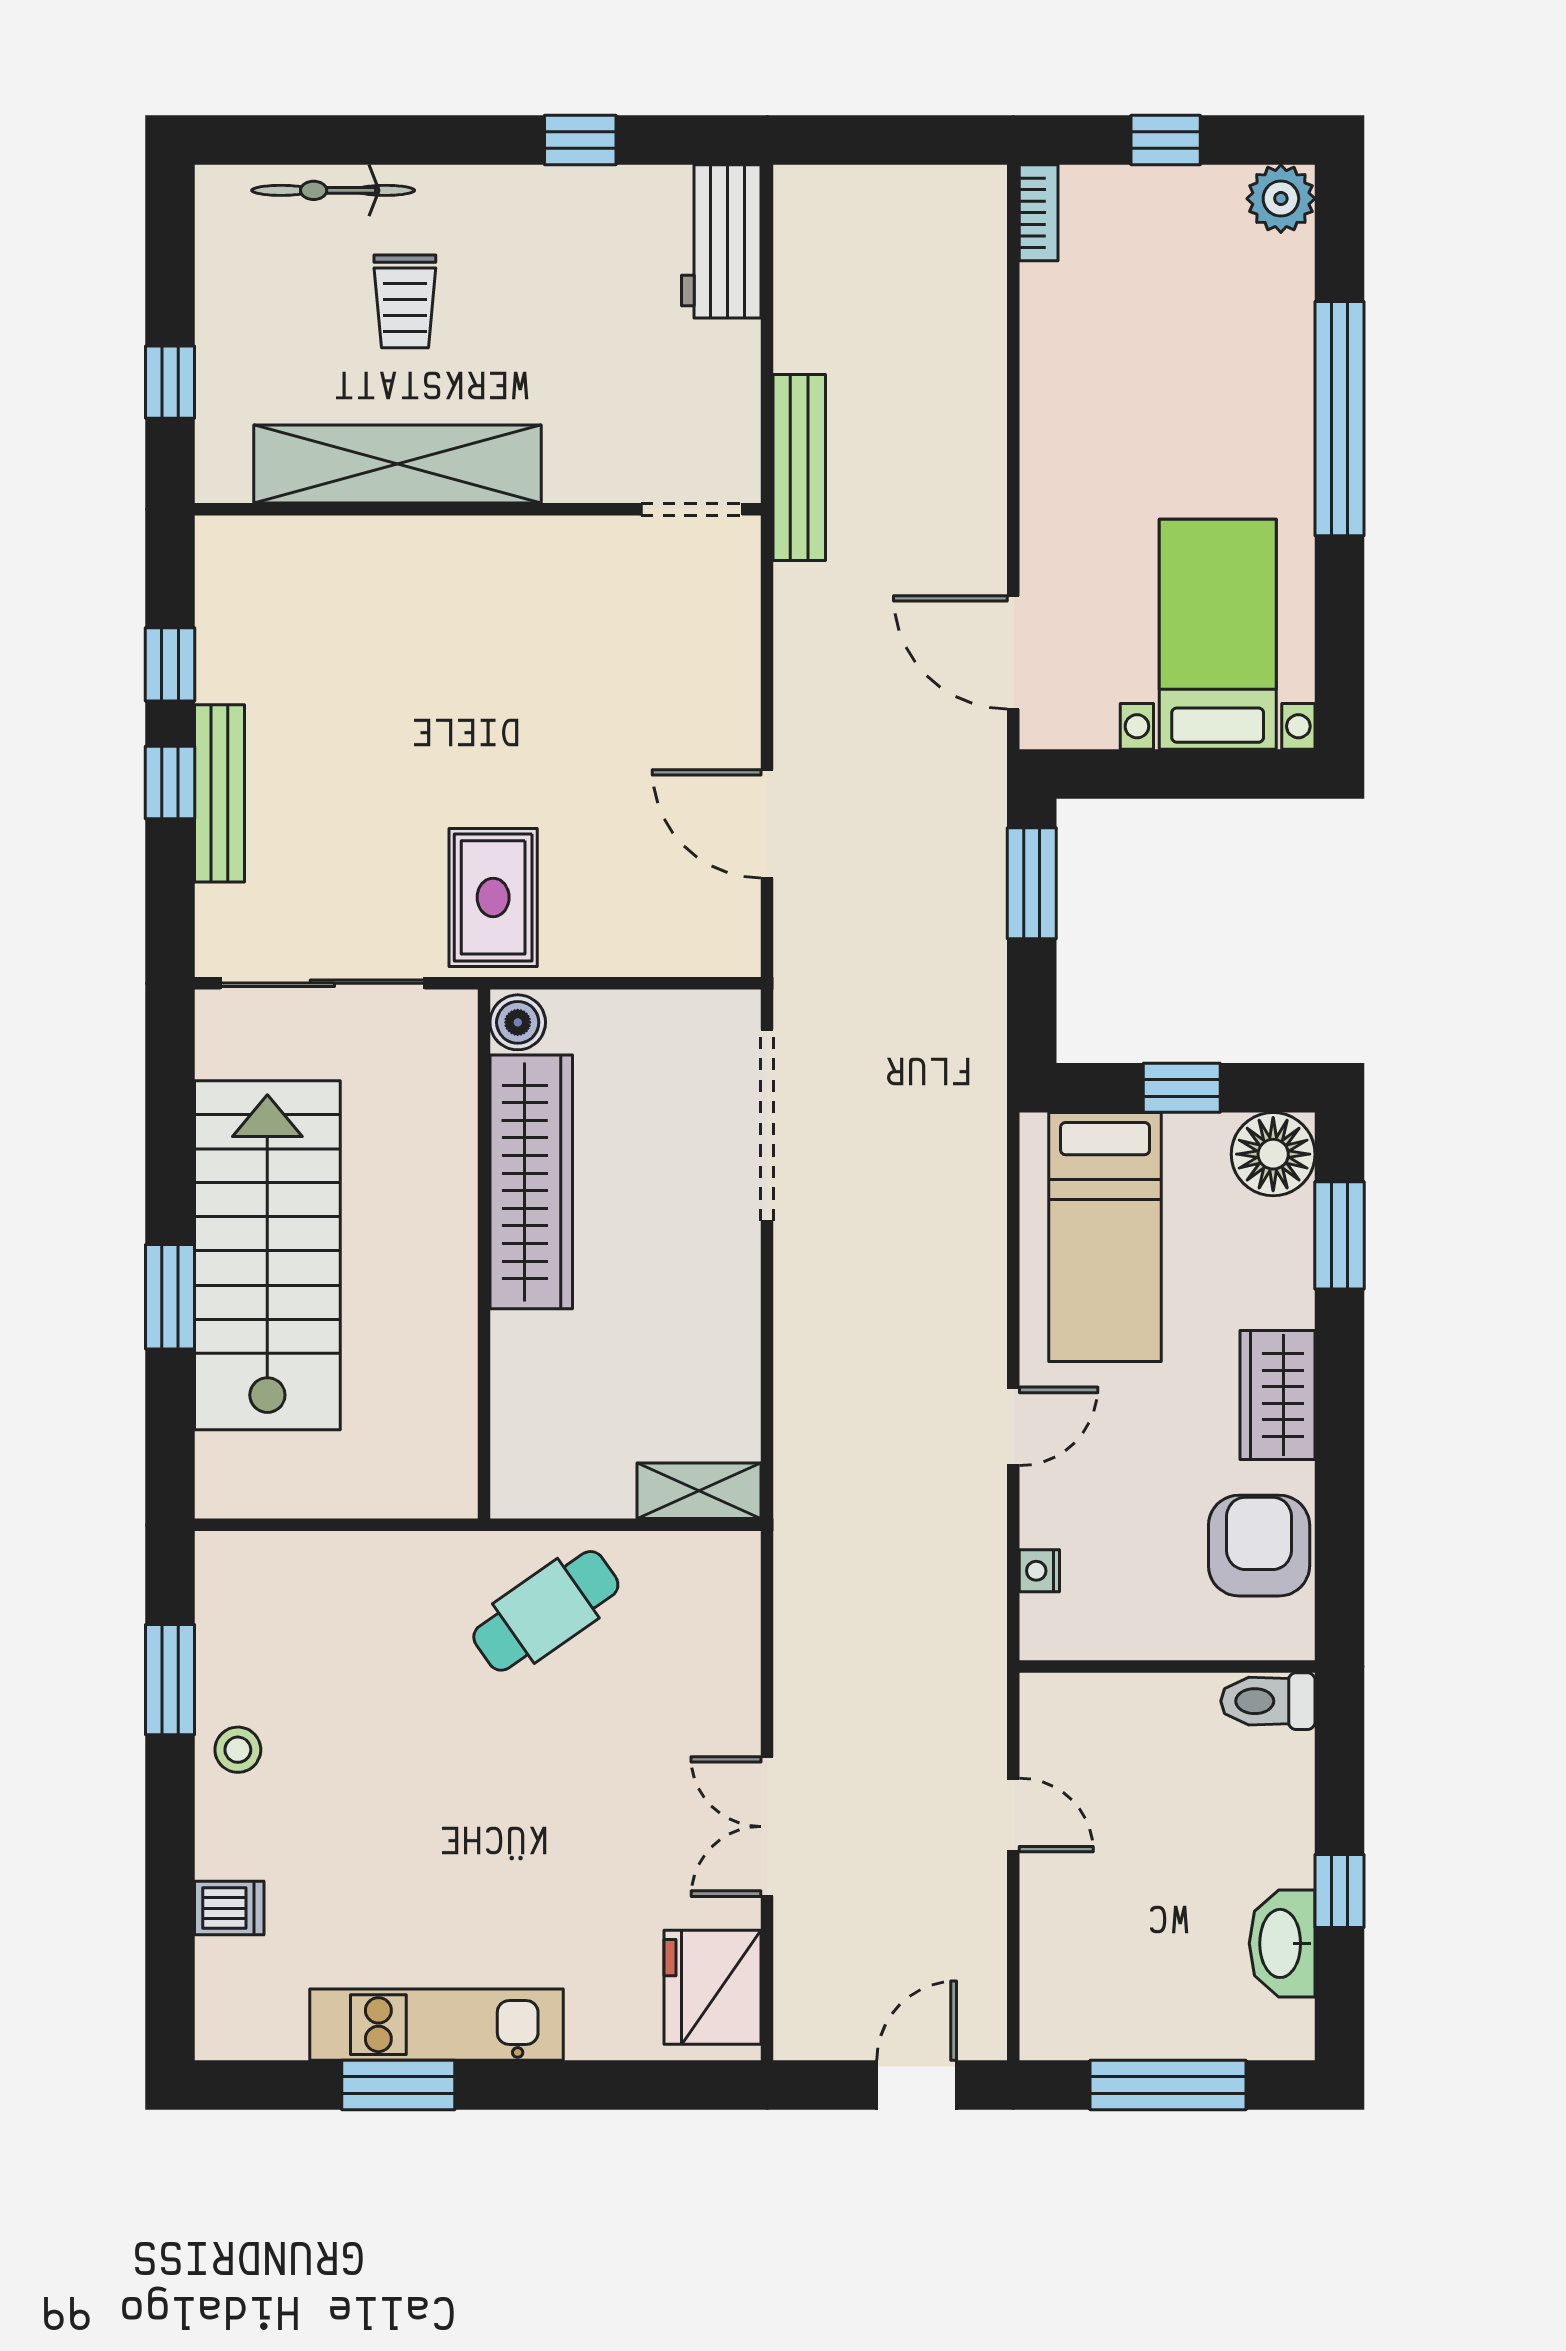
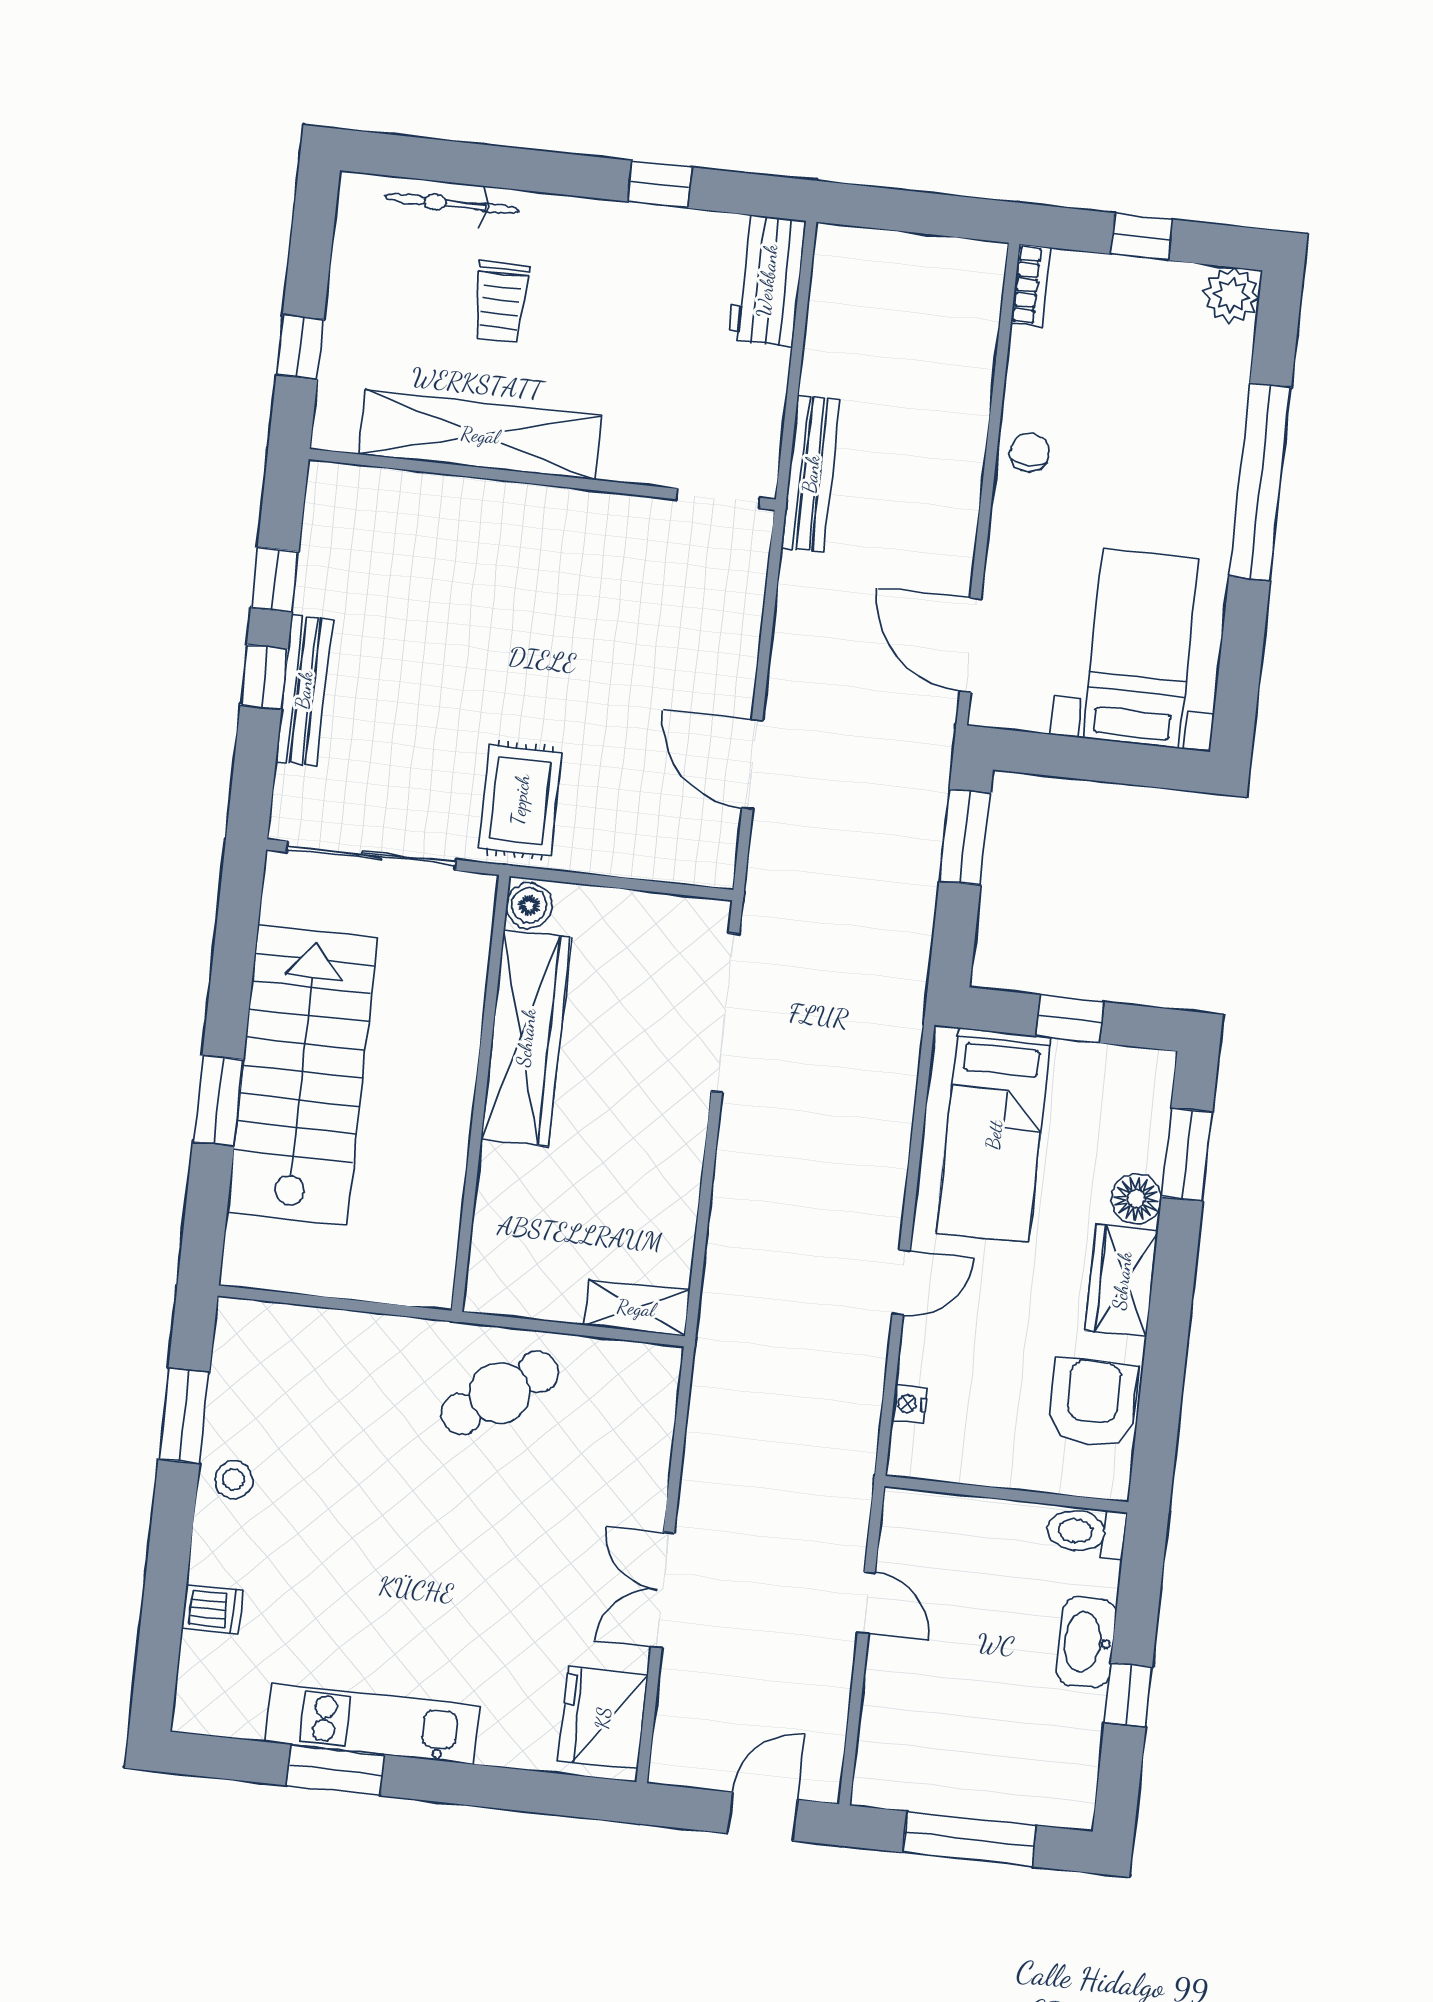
chair: (1059, 414) -> (1029, 453), added
floor lamp: (1273, 1154) -> (1136, 1199), moved, width x0.73, depth x0.73
washbasin: (1282, 1943) -> (1086, 1642), moved

